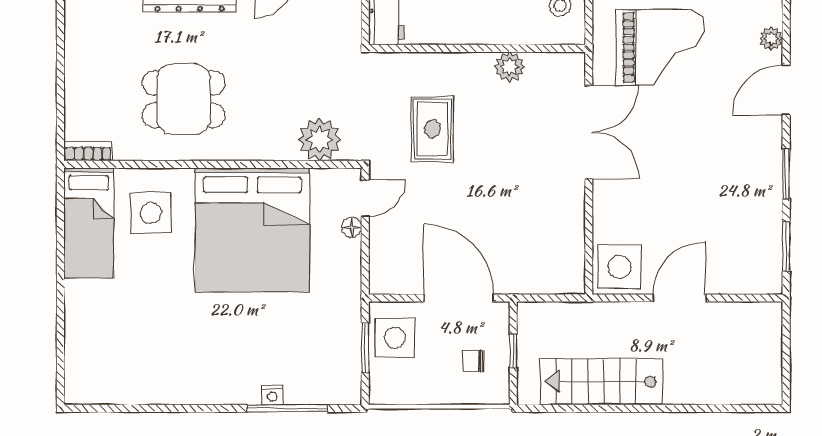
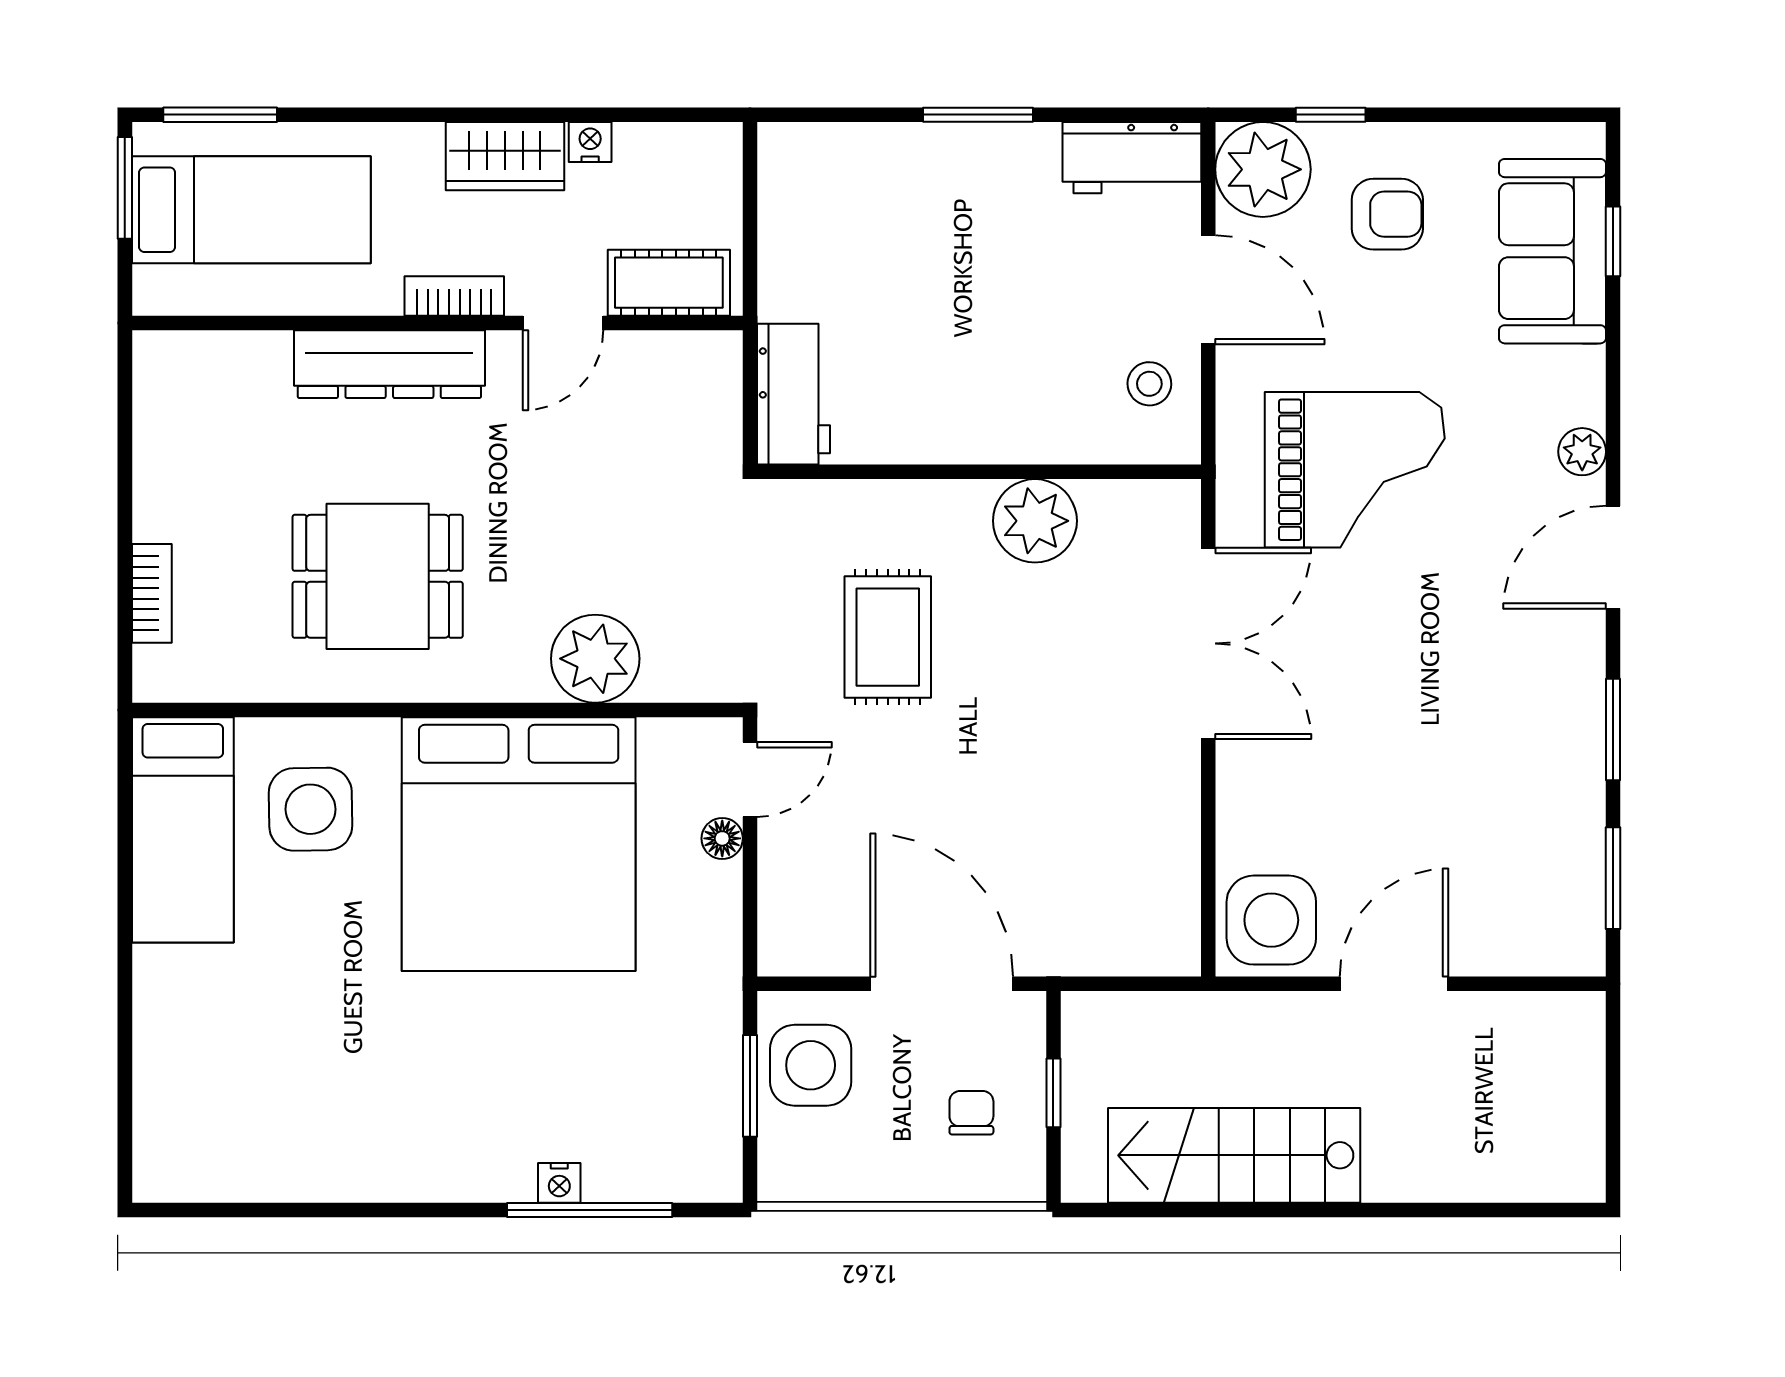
plant: (510, 67) -> (1035, 521), width x1.36, depth x1.36
plant: (320, 139) -> (595, 659), moved
bookcase: (88, 151) -> (152, 593), moved, turned 90
chair: (473, 361) -> (971, 1113), turned 90

